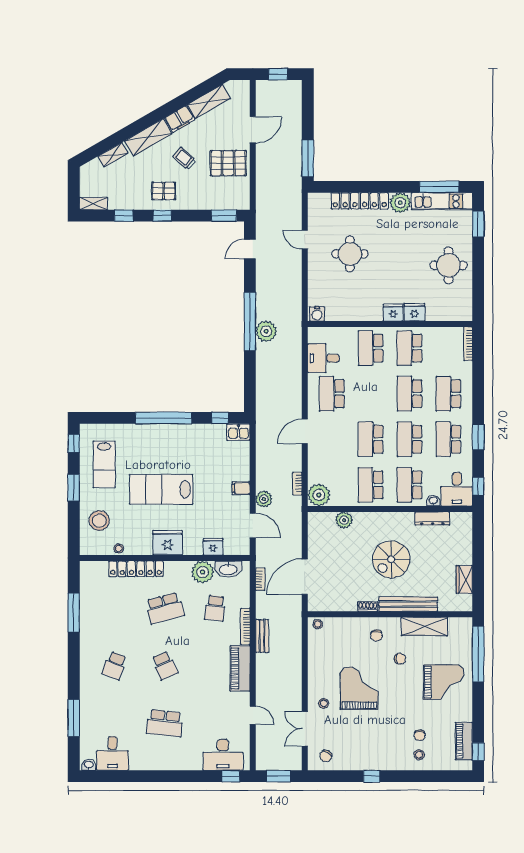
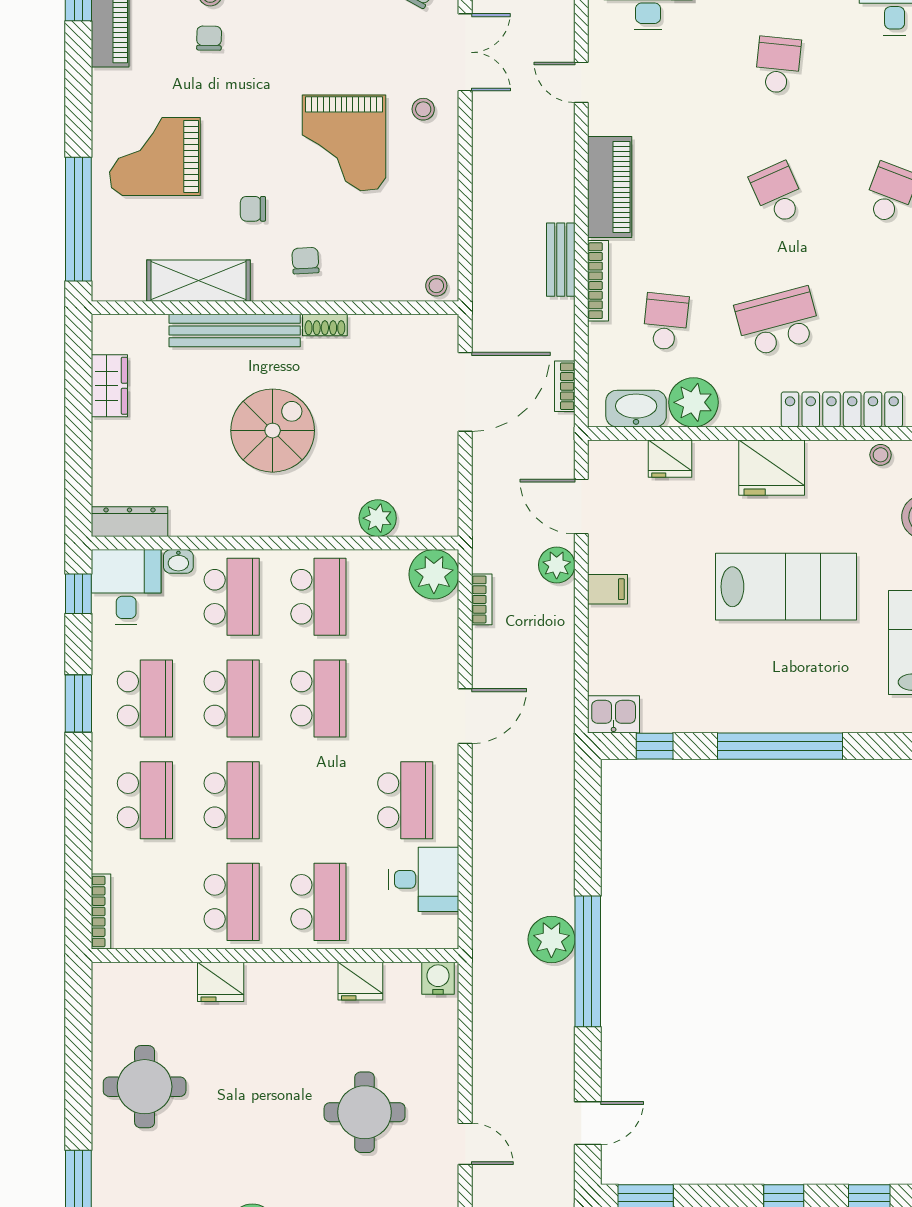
fridge: (393, 313) -> (360, 981), moved
dresser: (432, 519) -> (129, 522), moved
school desk: (165, 723) -> (778, 65), width x0.54

